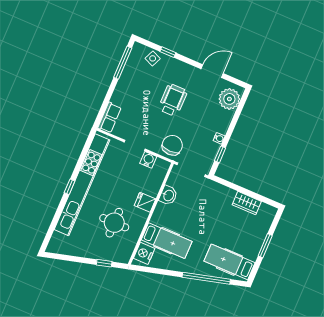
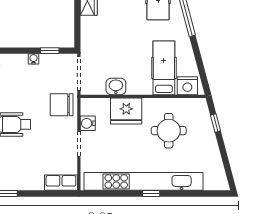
fridge: (145, 202) -> (126, 111), width x1.88, depth x1.34

